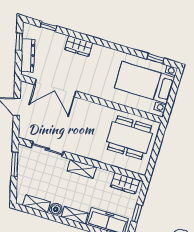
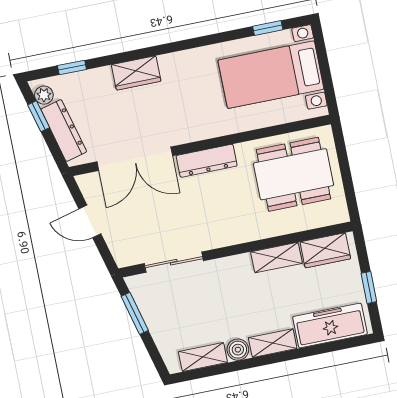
plant: (27, 33) -> (44, 95), added
dresser: (90, 108) -> (207, 161), added
shelving: (82, 169) -> (276, 258), moved

